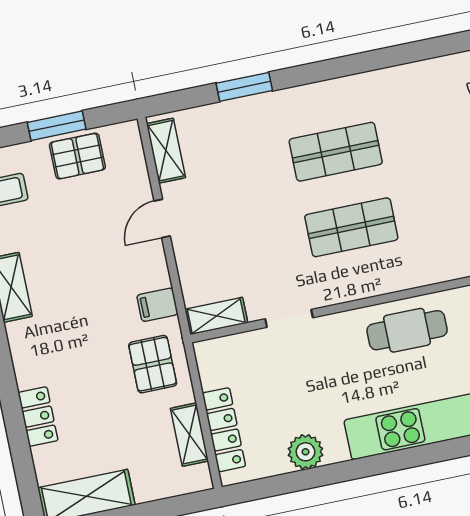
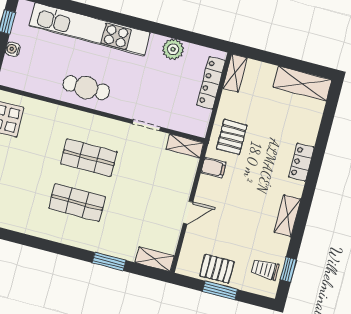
shelving: (166, 151) -> (155, 259), moved, turned 90
locker: (38, 417) -> (301, 162), moved
shelving: (189, 435) -> (235, 73), moved

